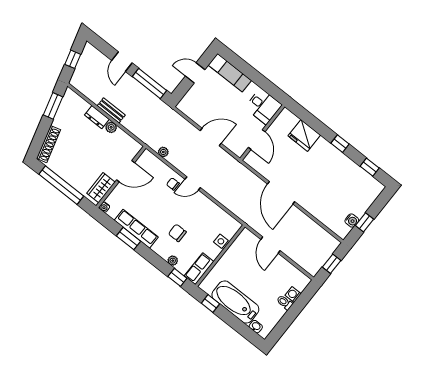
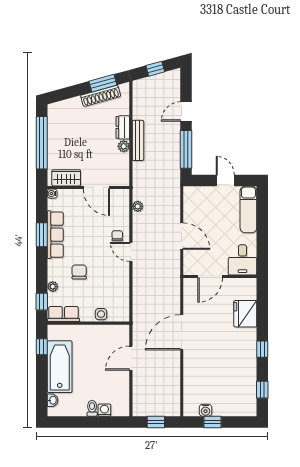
bench: (111, 110) -> (138, 140), width x1.36
shoe rack: (49, 144) -> (101, 96), moved

